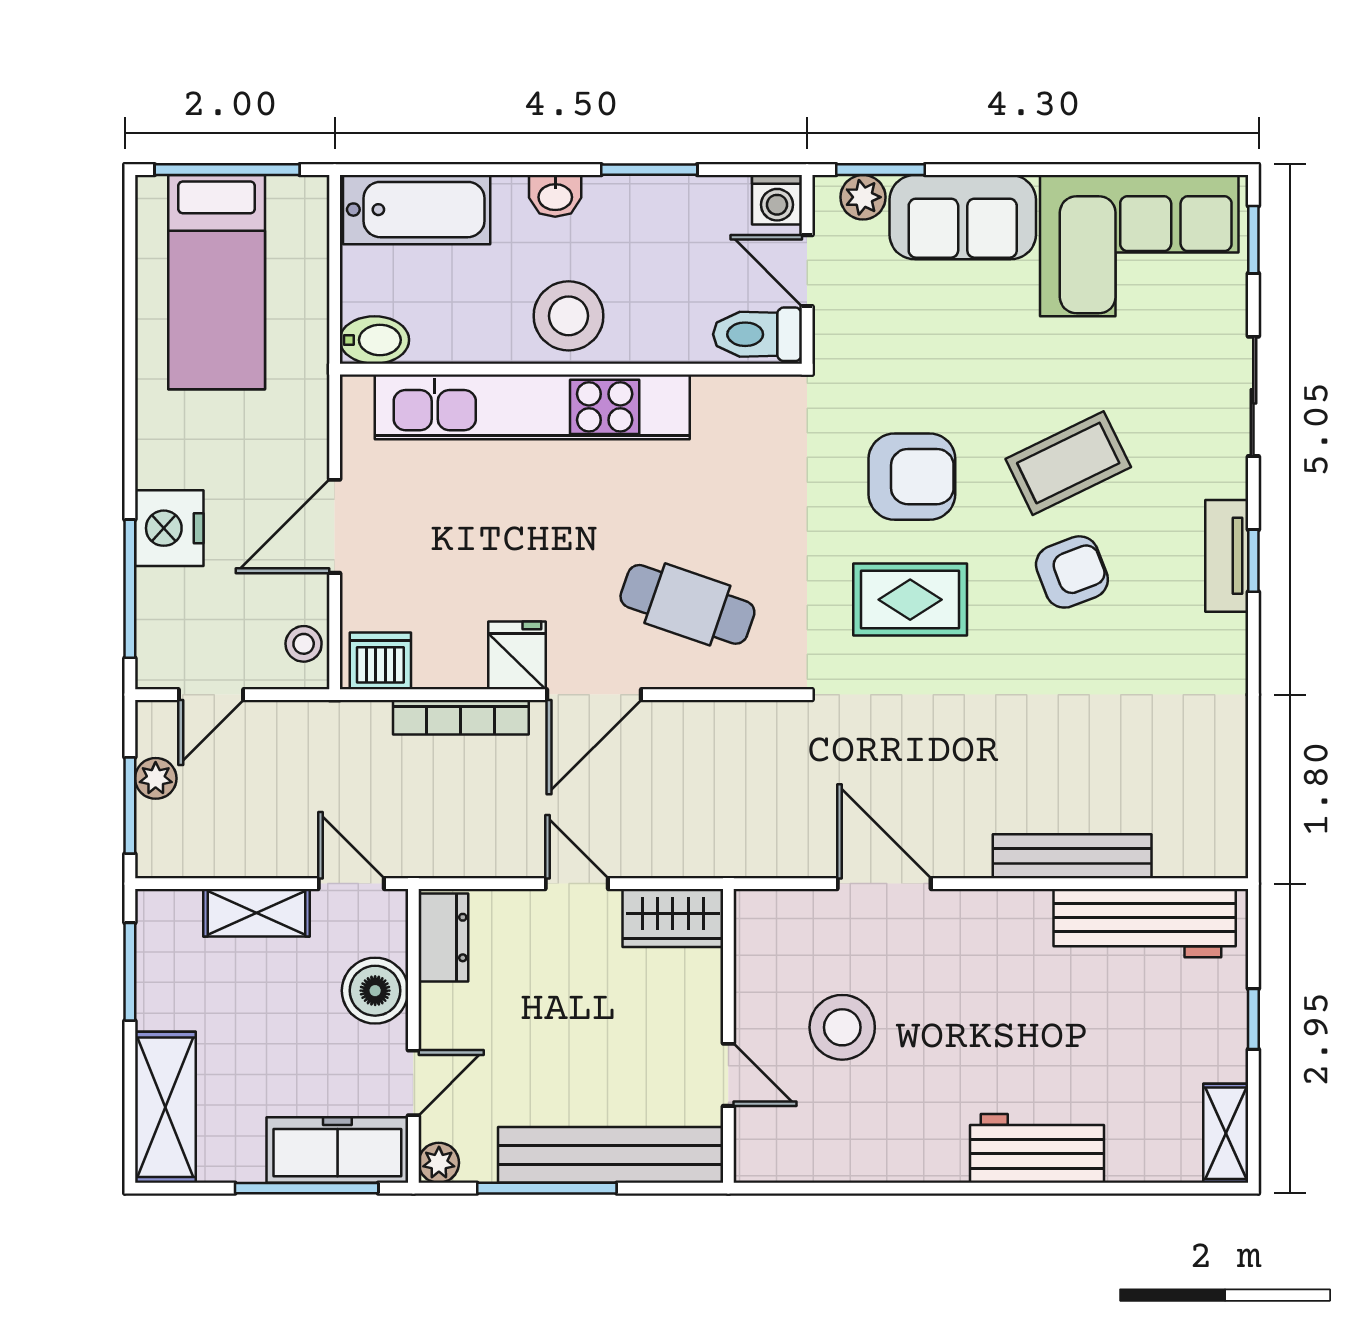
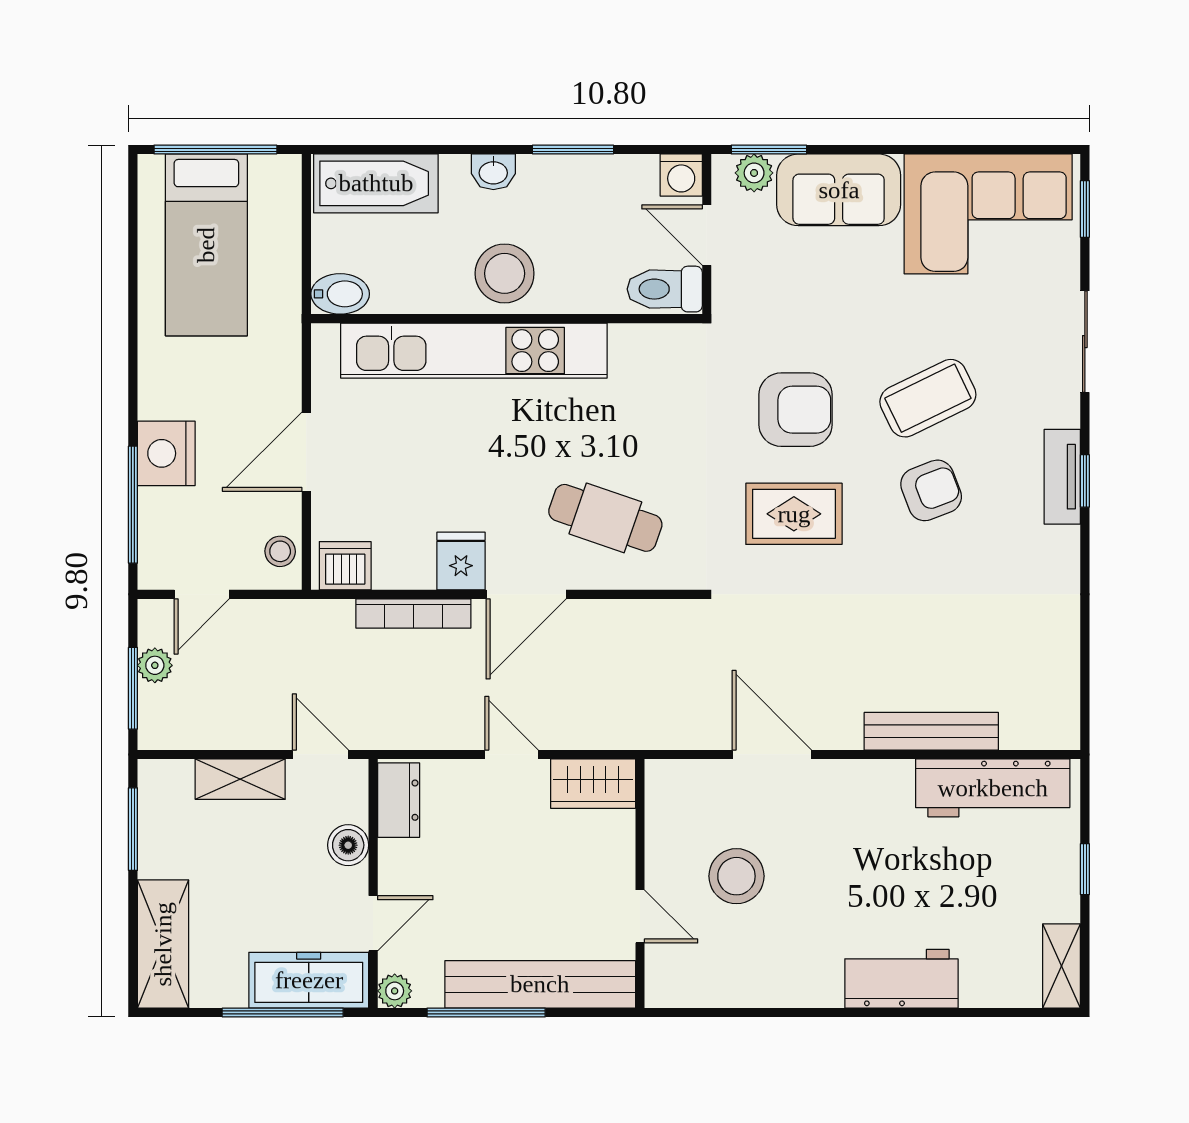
boiler: (375, 991) -> (348, 845), width x0.73, depth x0.73

